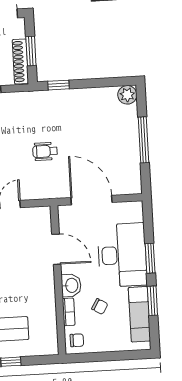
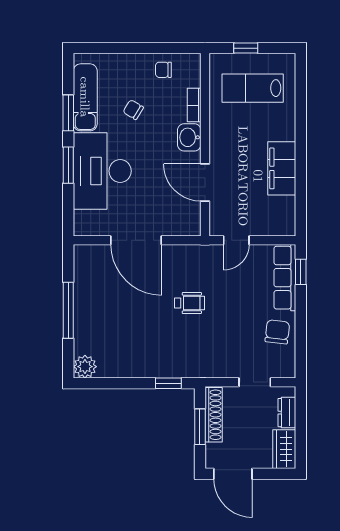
door: (56, 249) -> (205, 183), moved
wall: (58, 280) -> (205, 145), moved
washbasin: (71, 285) -> (189, 137), moved
bookcase: (69, 312) -> (194, 105), moved

